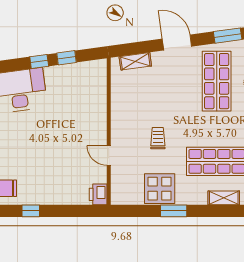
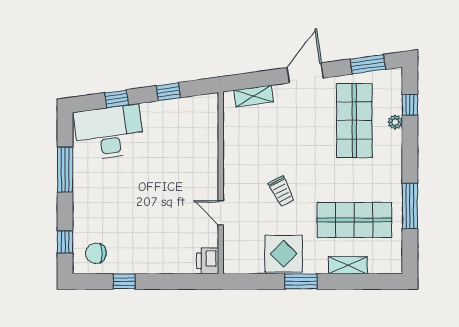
door: (177, 43) -> (305, 73), hinge flipped
window: (39, 61) -> (117, 99), moved
trolley: (158, 138) -> (282, 191), turned 153
shelving: (224, 198) -> (348, 265), moved

